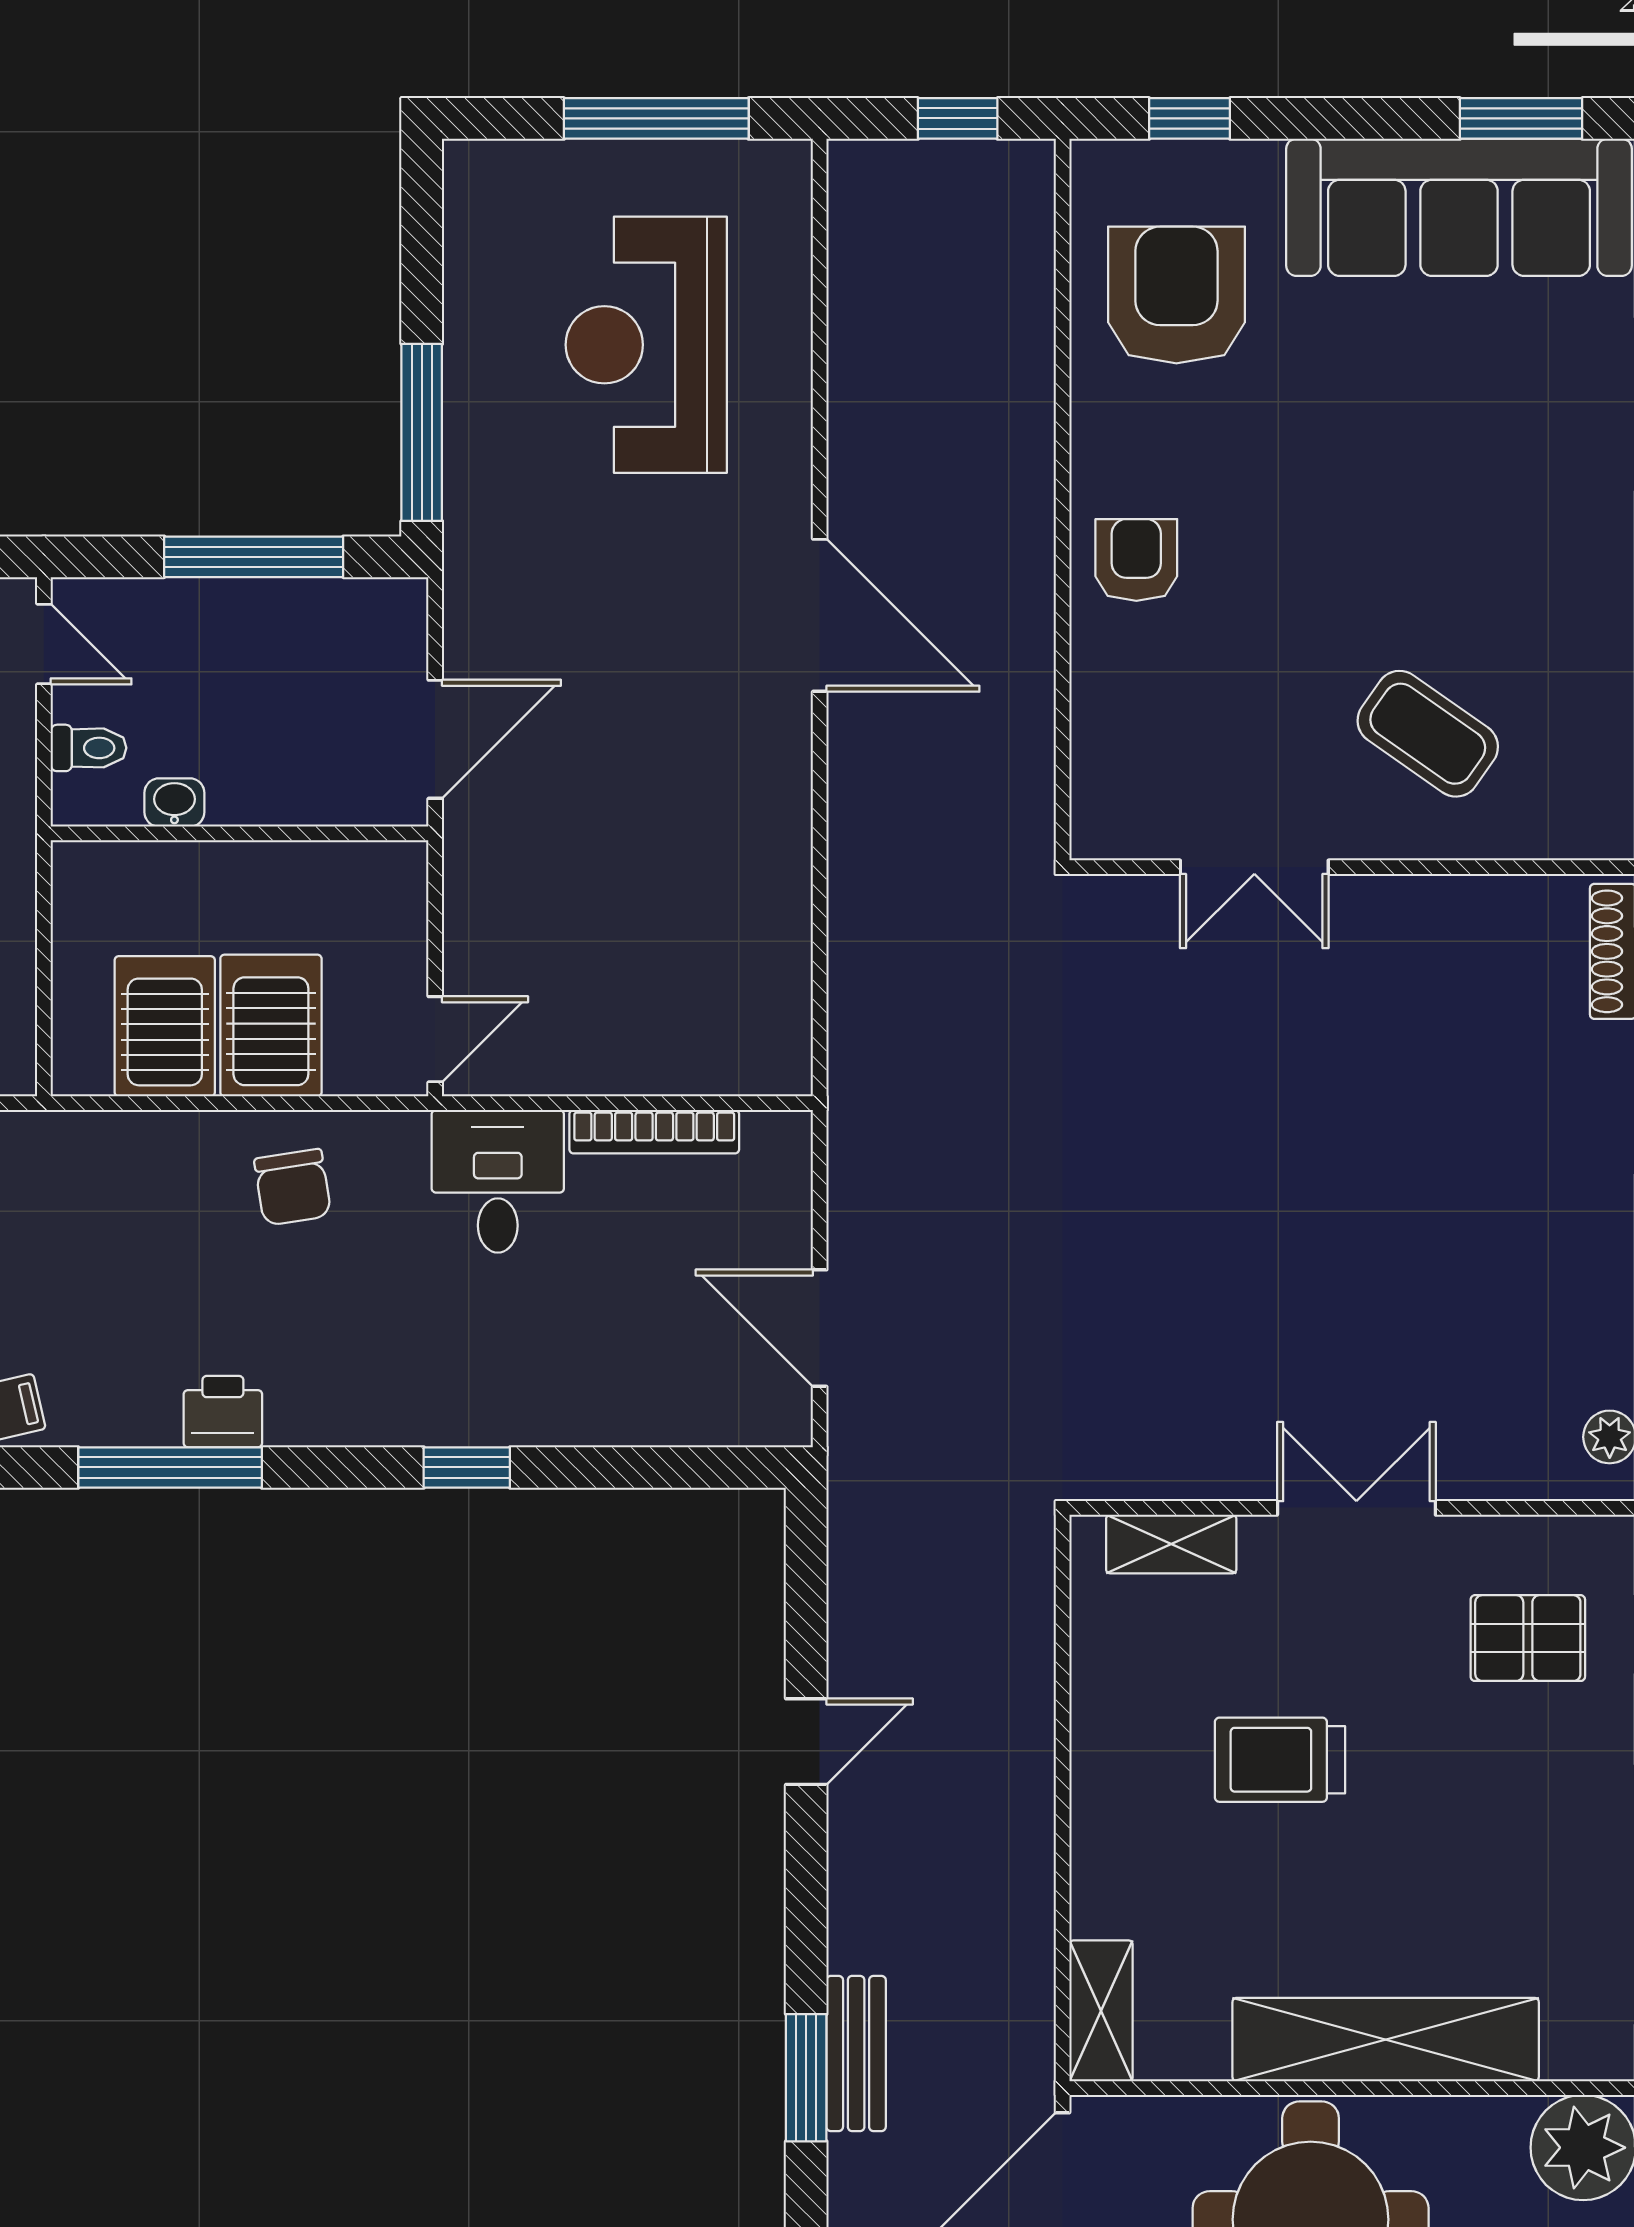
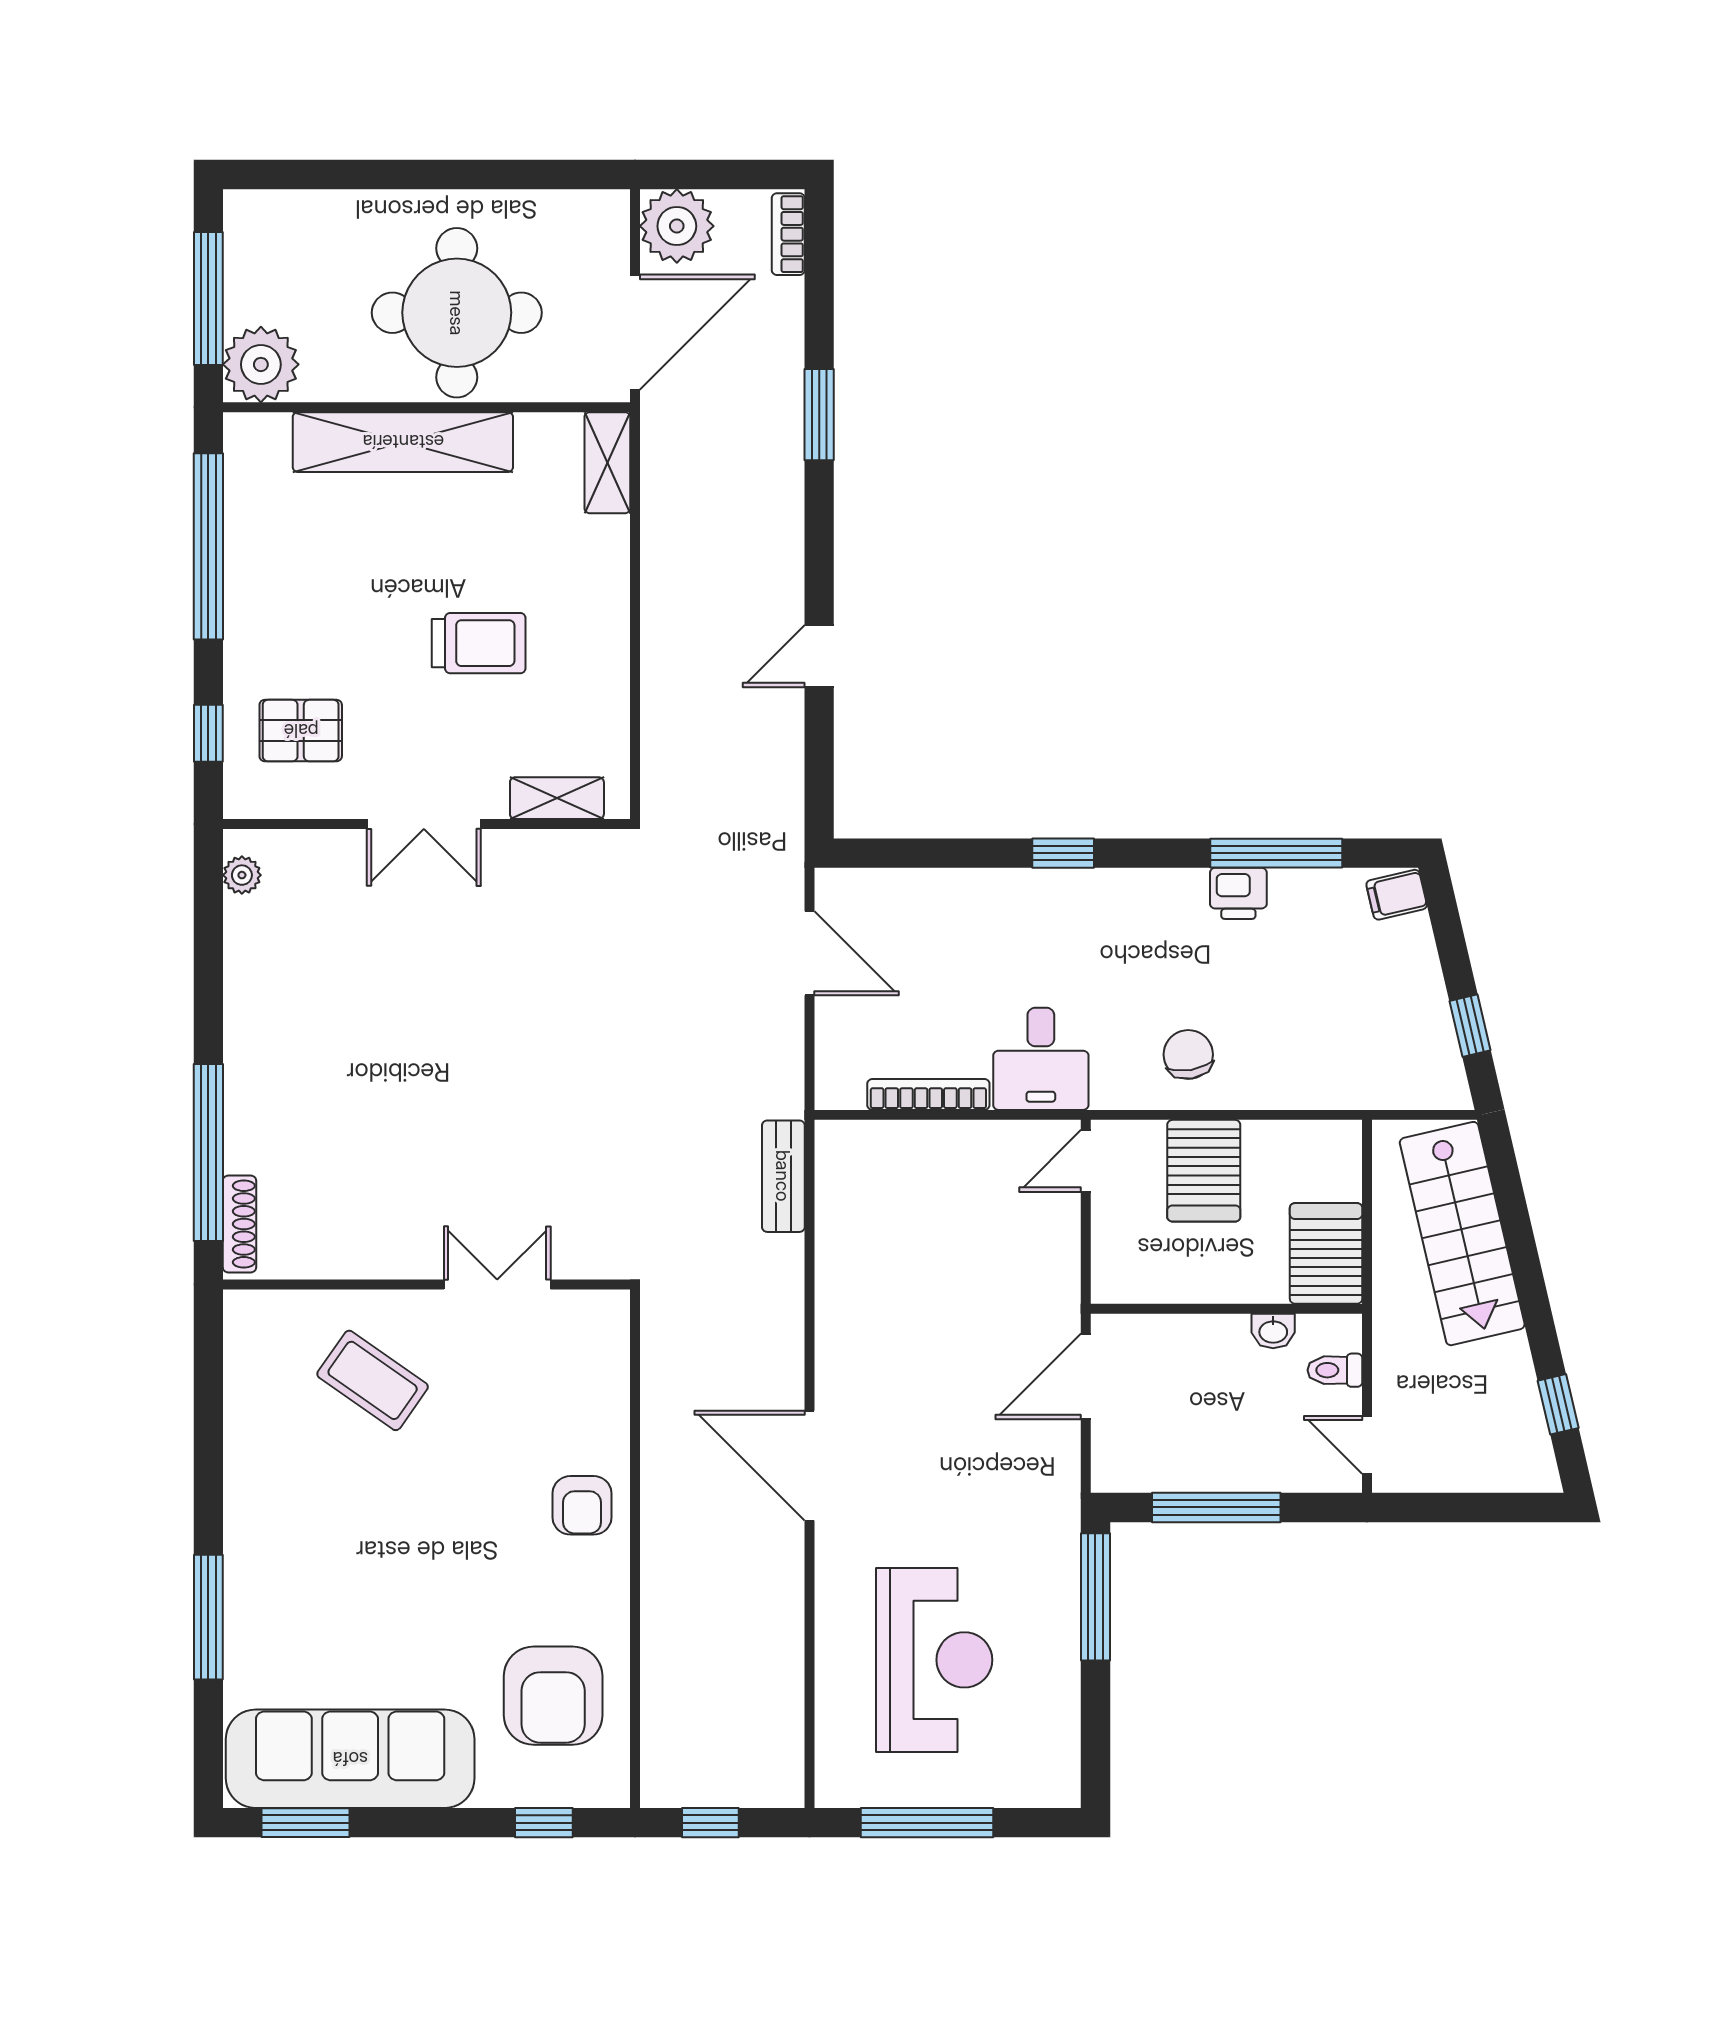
server rack: (165, 1026) -> (1326, 1253), moved, turned 180
bench: (856, 2053) -> (783, 1176), moved

